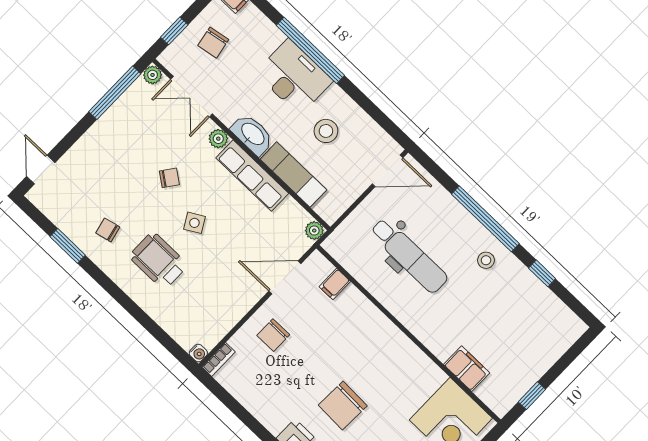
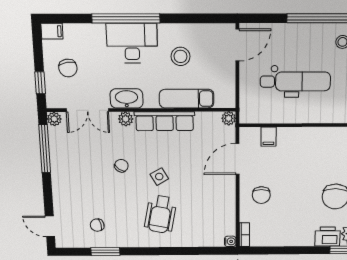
washbasin: (252, 134) -> (127, 98), moved
chair: (108, 230) -> (97, 225), moved
wheelchair: (158, 261) -> (160, 214), turned -79

